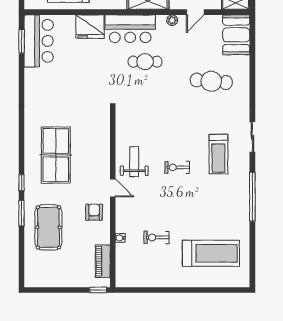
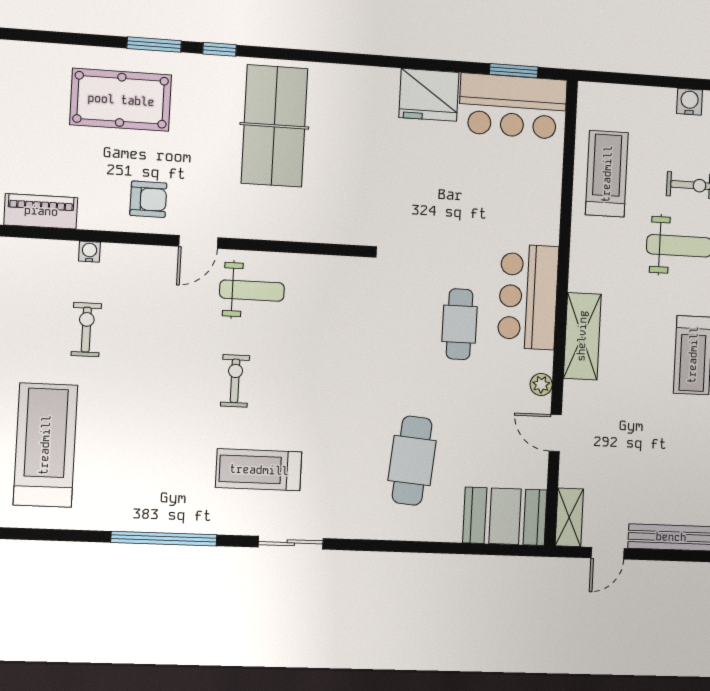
fridge: (90, 27) -> (429, 95), moved, turned -90
table tennis table: (56, 155) -> (274, 126), turned 90
treadmill: (211, 253) -> (45, 445), turned 180

